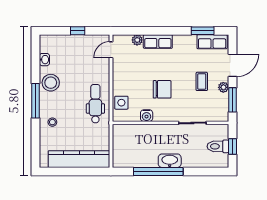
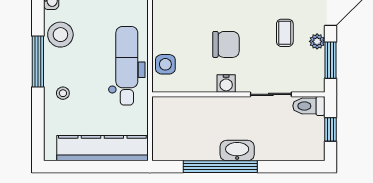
dental chair: (95, 104) -> (127, 66), width x1.36, depth x1.38
water cooler: (147, 116) -> (226, 84), moved
toilet: (218, 146) -> (309, 106), moved

